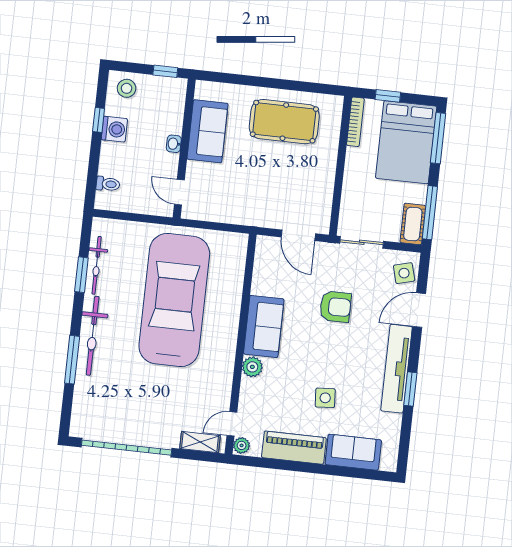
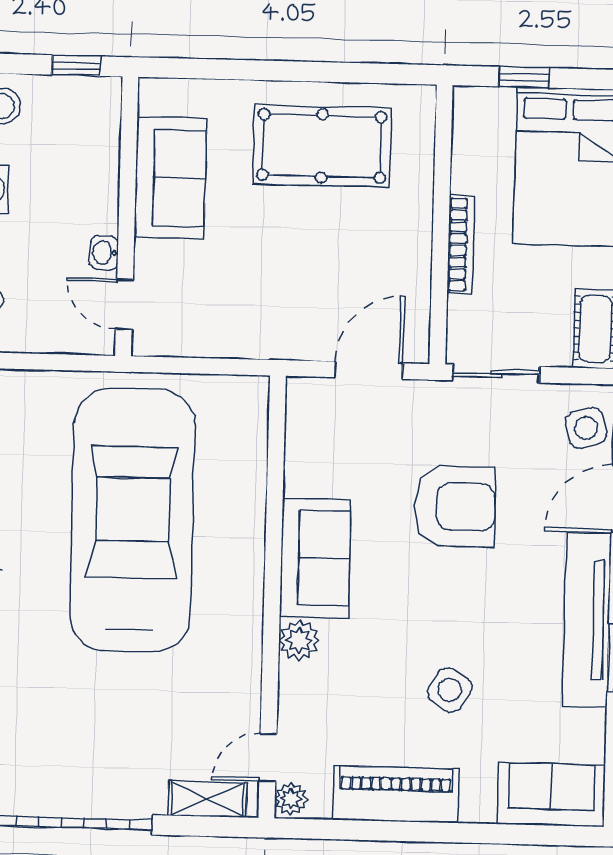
bookcase: (355, 122) -> (461, 245), moved
washbasin: (174, 144) -> (104, 253), moved
door: (298, 235) -> (369, 370), swing flipped
armchair: (335, 307) -> (455, 506), width x1.36, depth x1.36
side table: (325, 398) -> (450, 690), turned 35
sofa: (353, 452) -> (551, 795), moved

